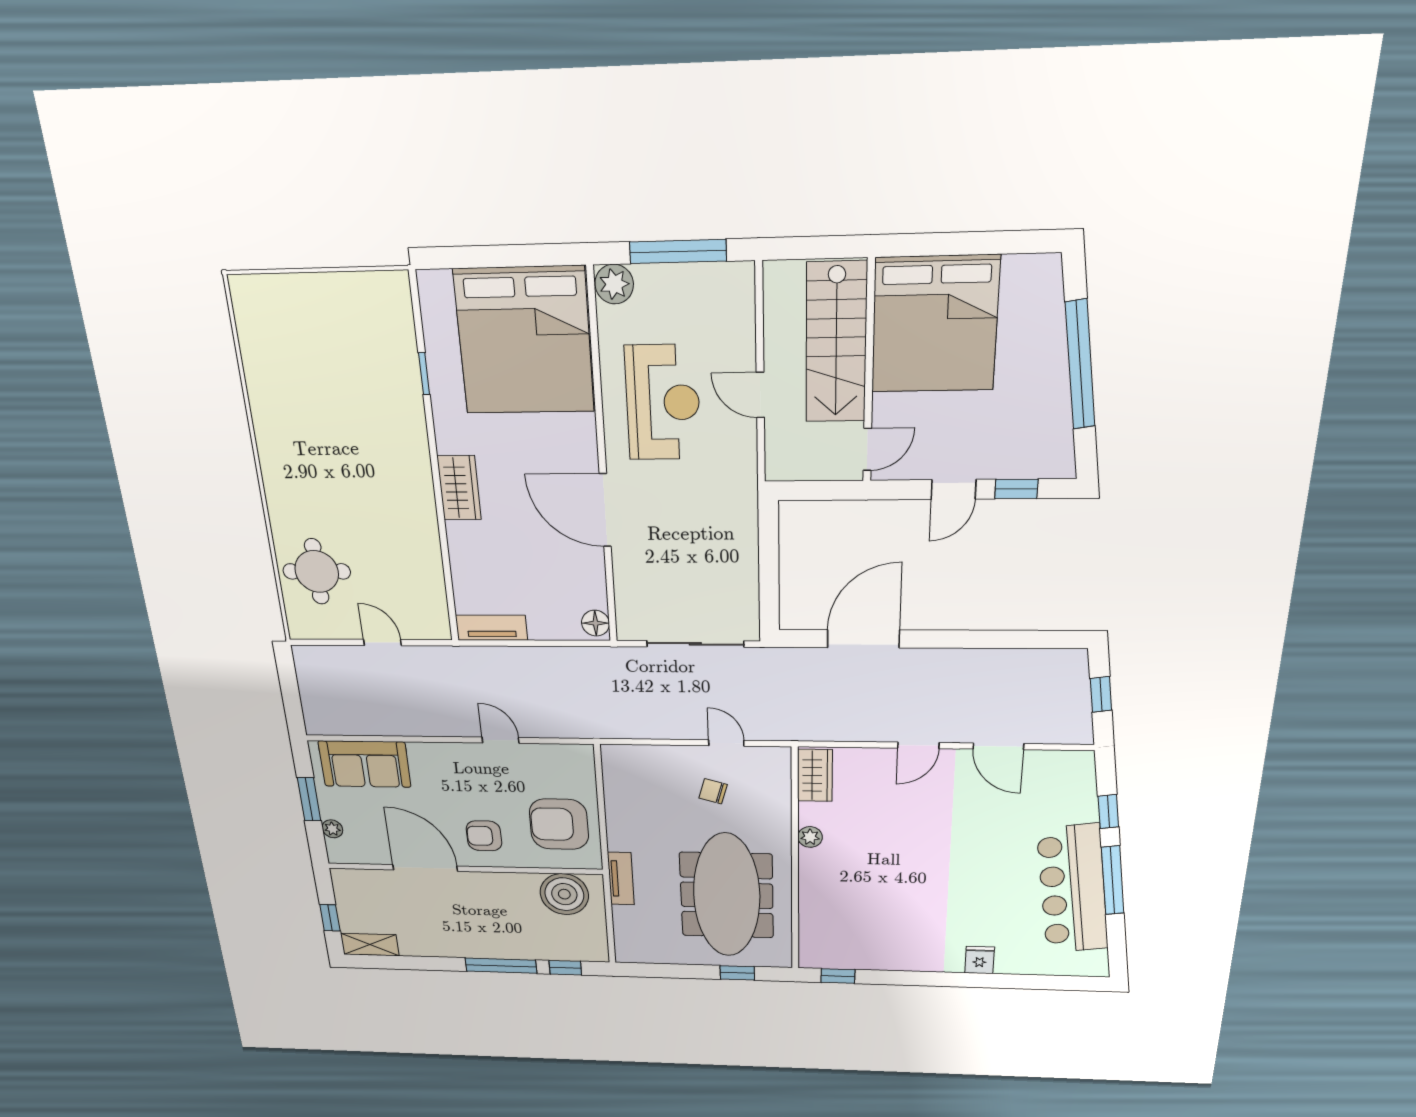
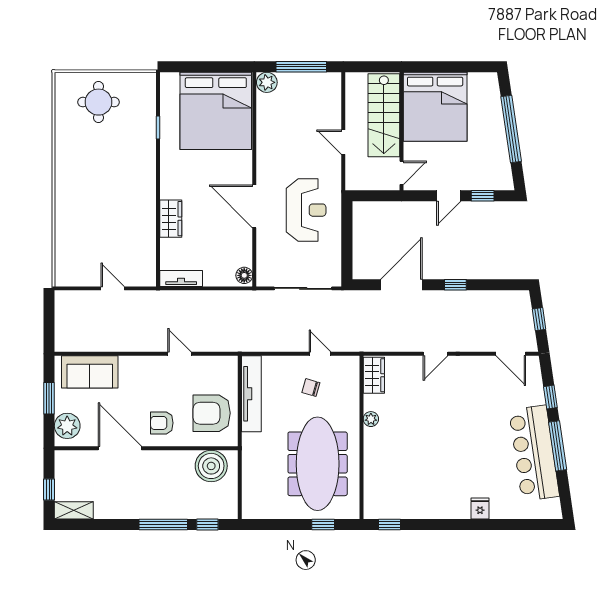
reception desk: (663, 403) -> (306, 210), moved
wardrobe: (459, 488) -> (171, 219), moved
round table: (317, 571) -> (98, 102), moved
window: (958, 639) -> (455, 285), added
door: (998, 746) -> (511, 354), moved
plant: (332, 829) -> (67, 426), width x1.88, depth x1.88
tv unit: (621, 879) -> (251, 394), moved, width x1.92, depth x1.29

